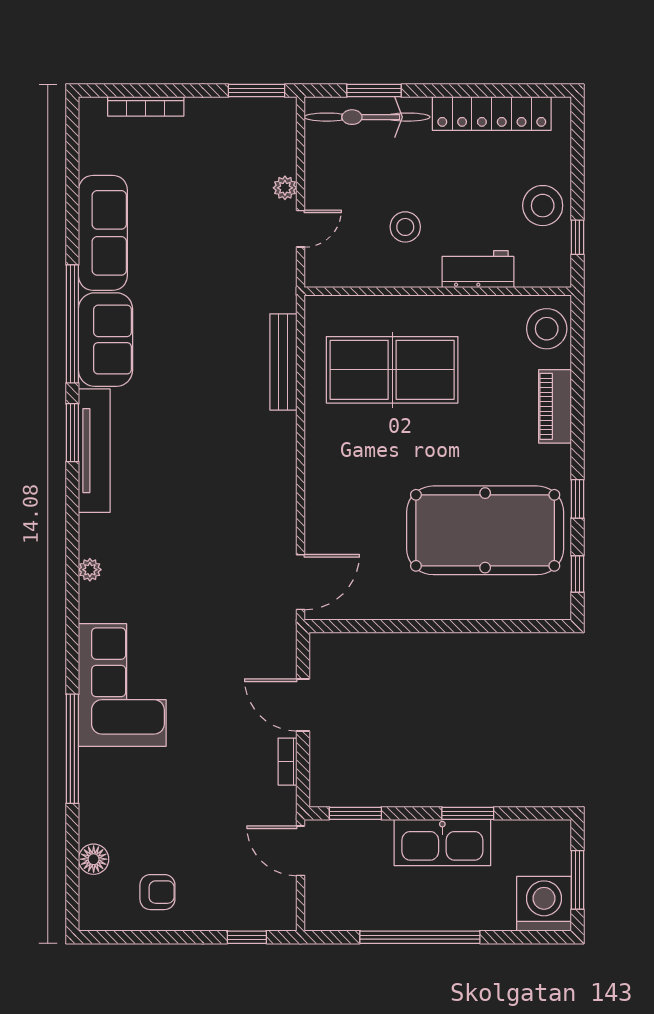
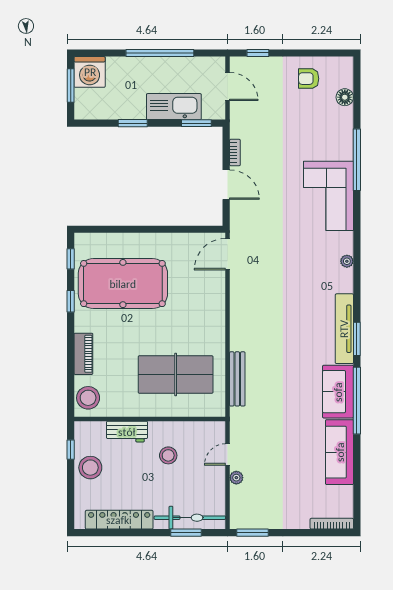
bookcase: (146, 106) -> (332, 524), moved
kitchen sink: (442, 843) -> (174, 107), moved
door: (300, 851) -> (228, 87), moved

